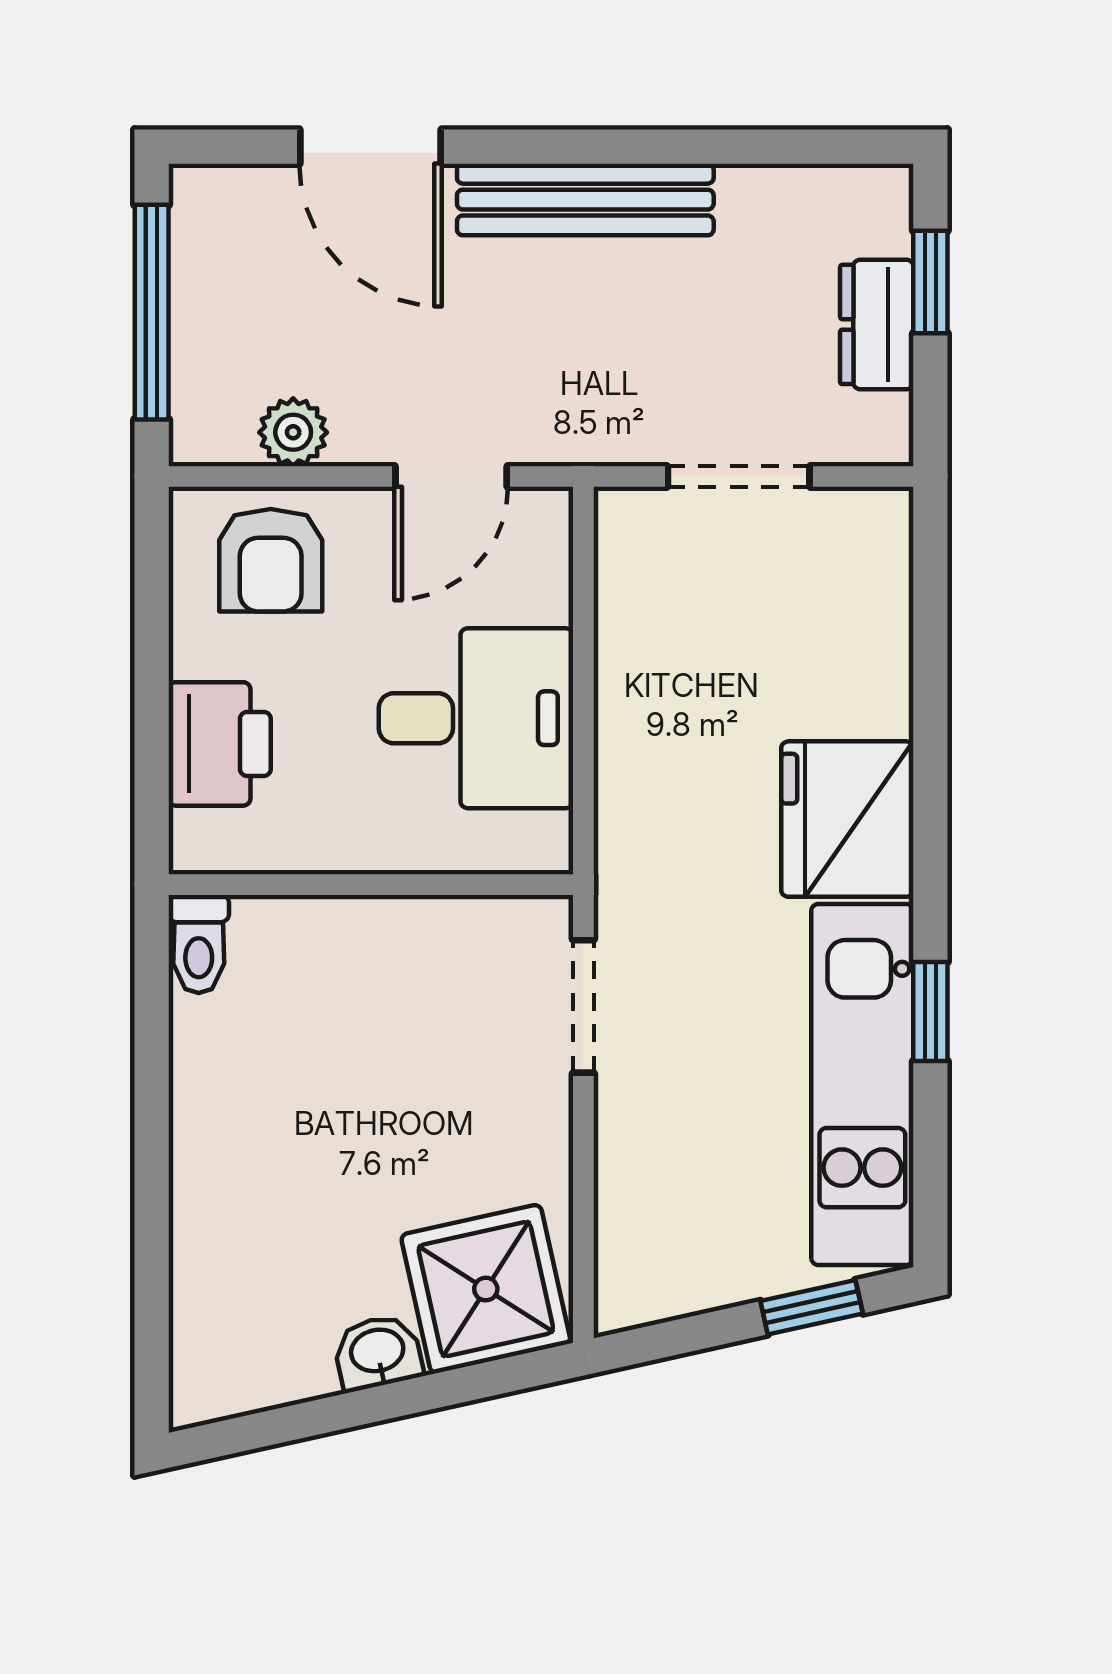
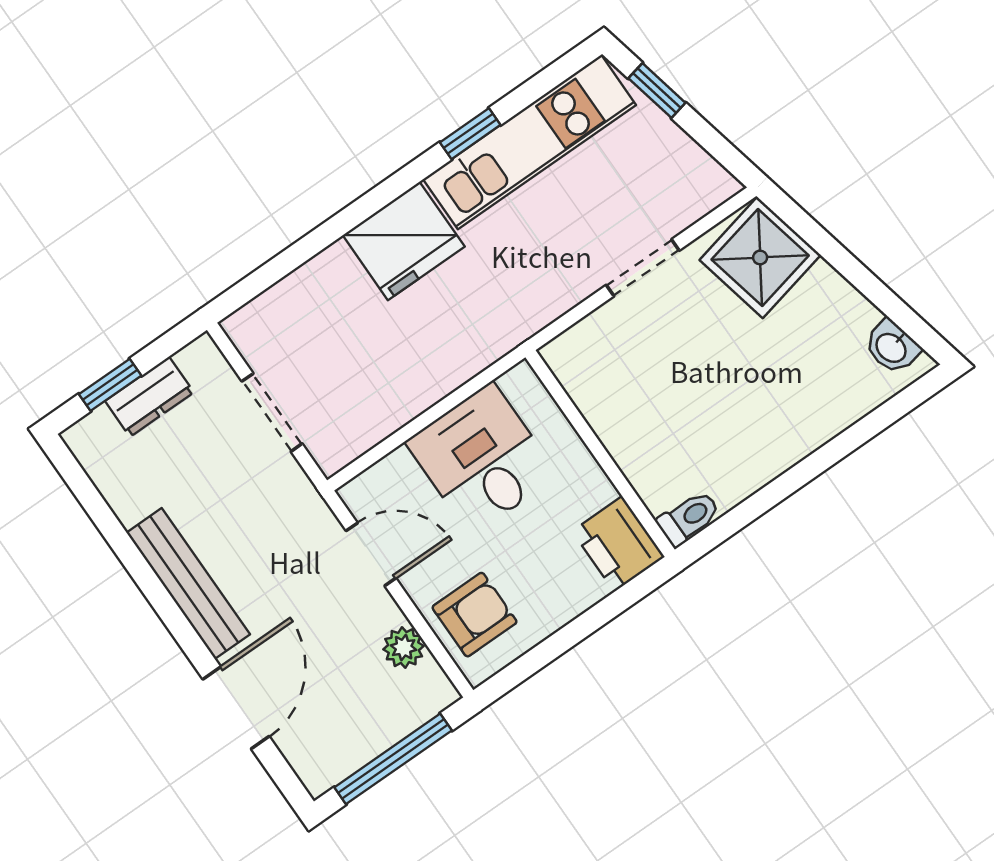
printer: (220, 744) -> (618, 544), moved, turned -90
doorway: (583, 1006) -> (643, 268), moved
washbasin: (378, 1352) -> (892, 347), moved

